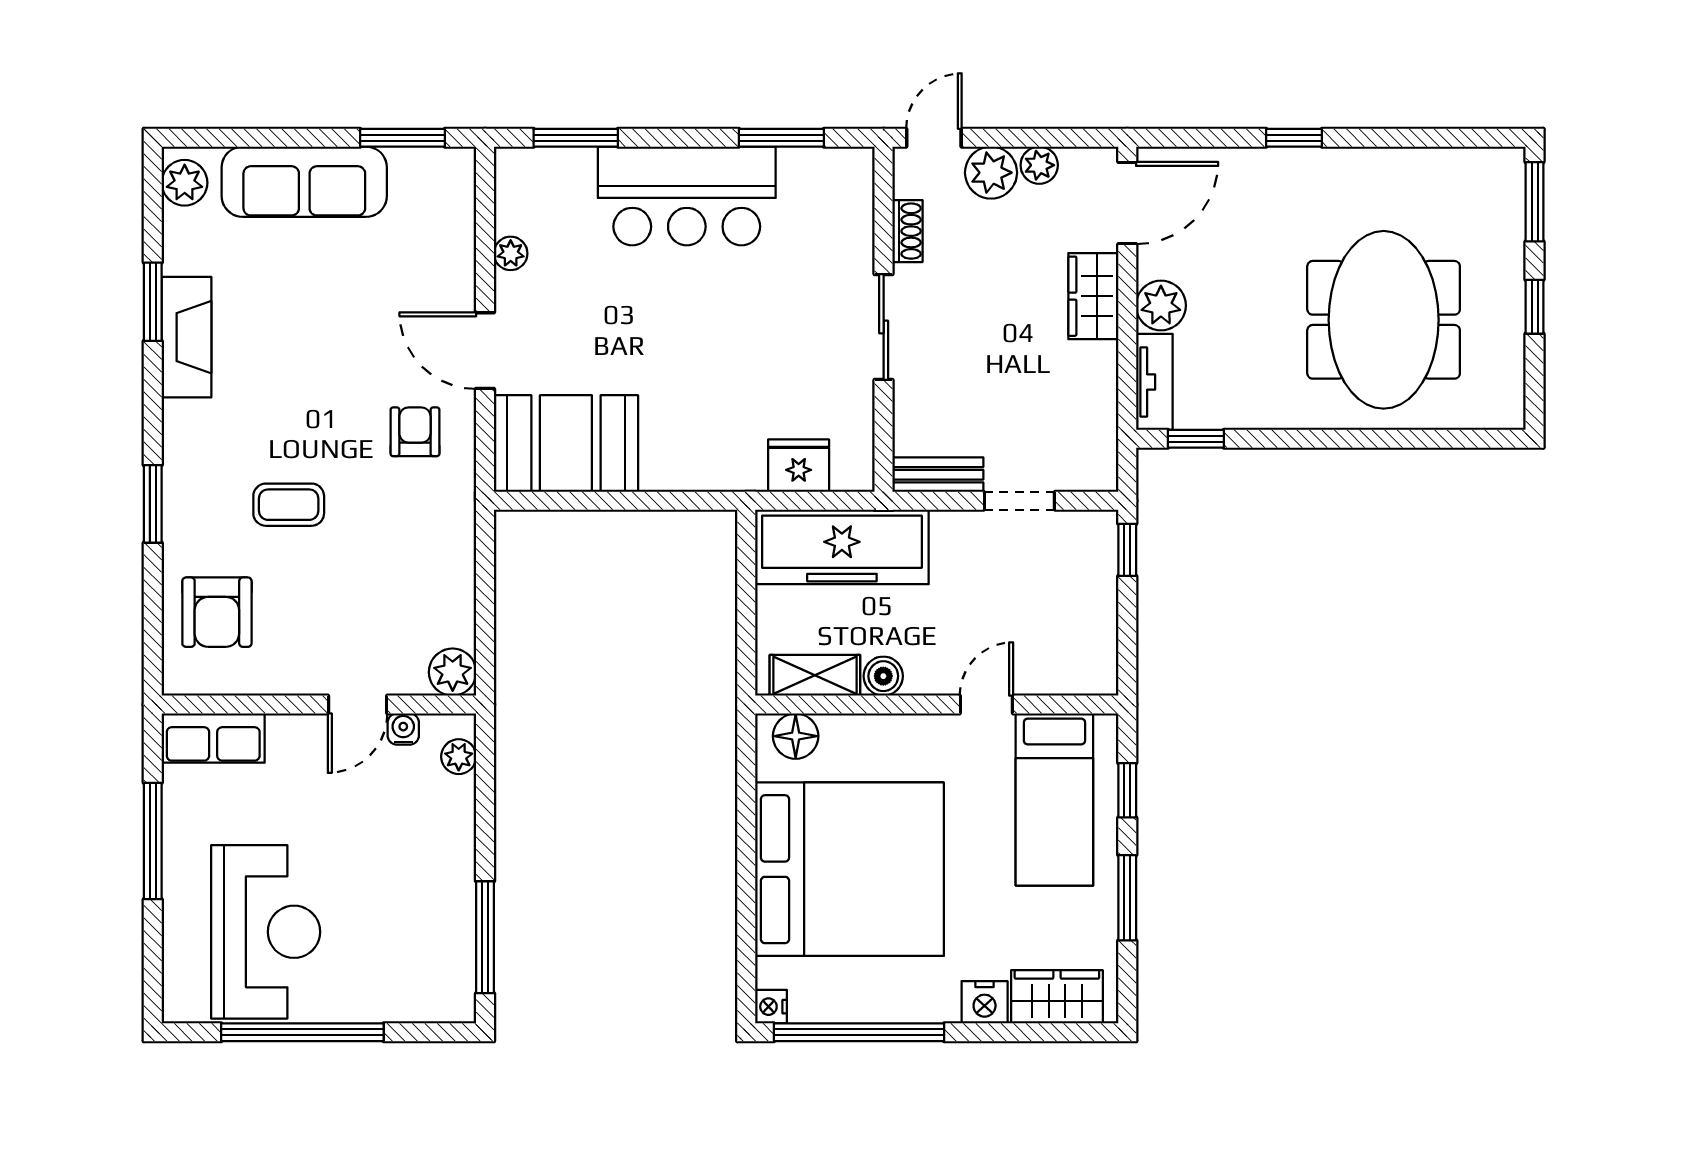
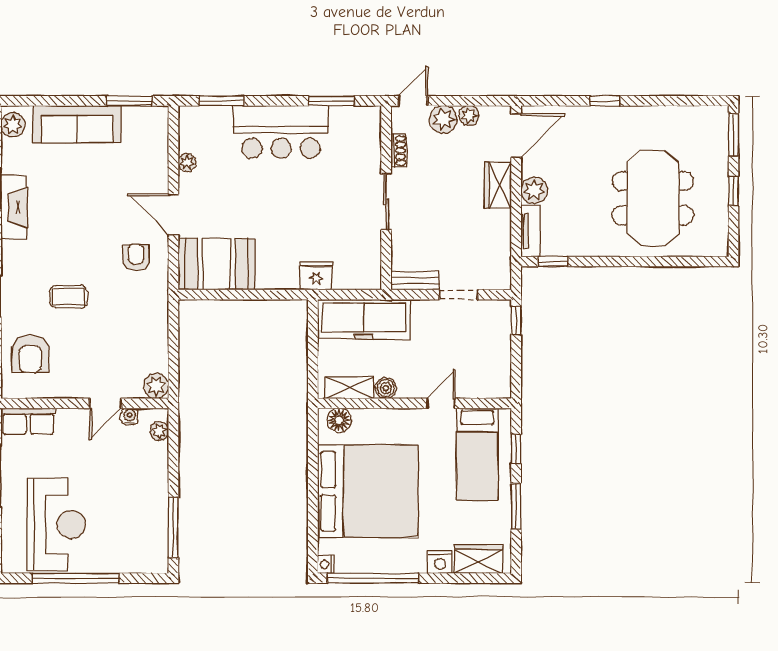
fridge: (799, 466) -> (316, 276), moved

